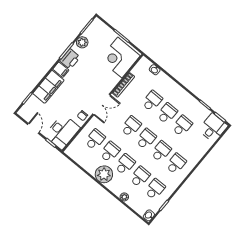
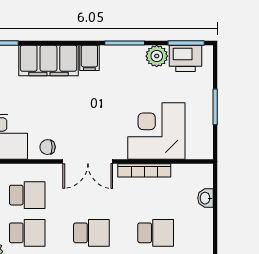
corner desk: (120, 57) -> (156, 131), moved
printer: (70, 59) -> (186, 58), moved

